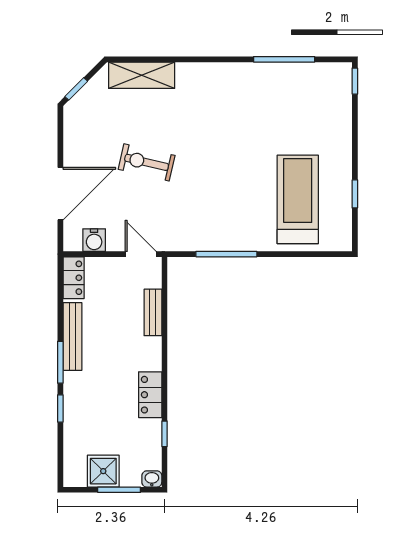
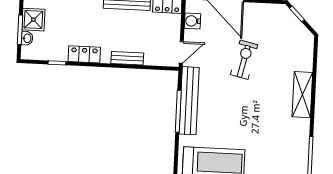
shelving: (142, 75) -> (302, 95), moved
bench: (210, 239) -> (189, 101), added
bench: (153, 312) -> (127, 58), moved
washbasin: (152, 479) -> (27, 38), moved

